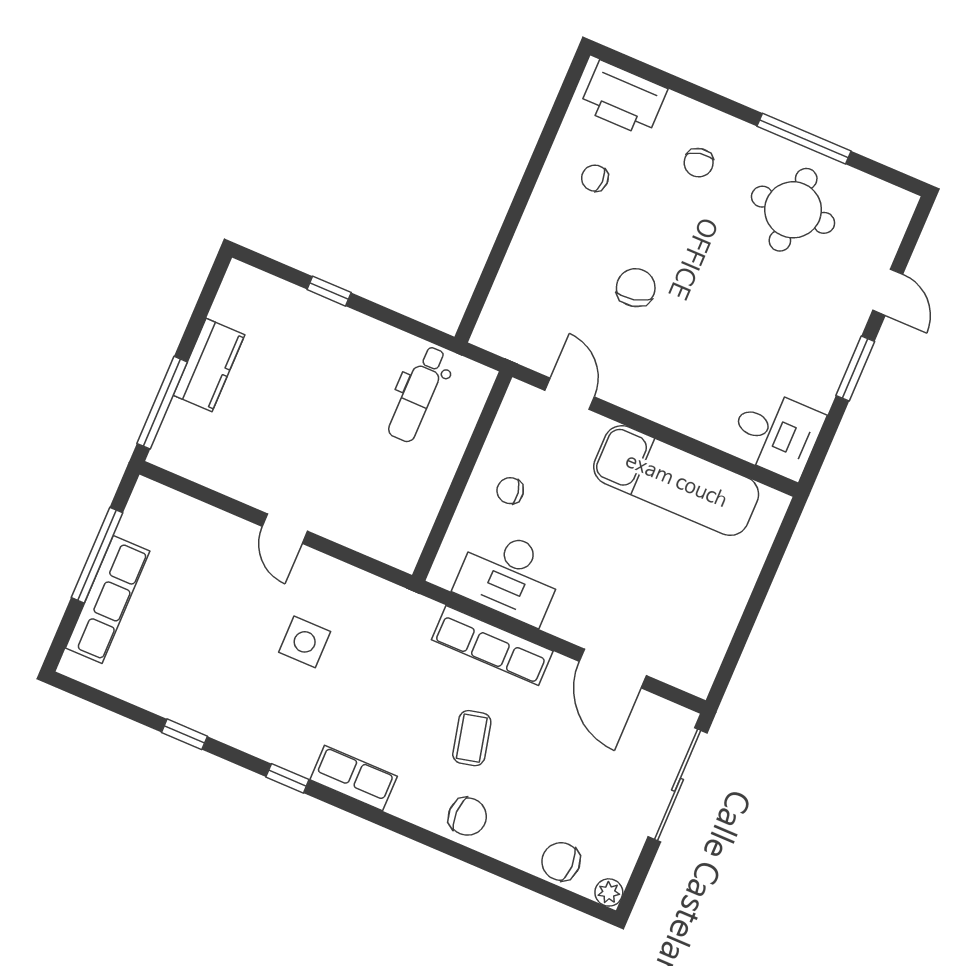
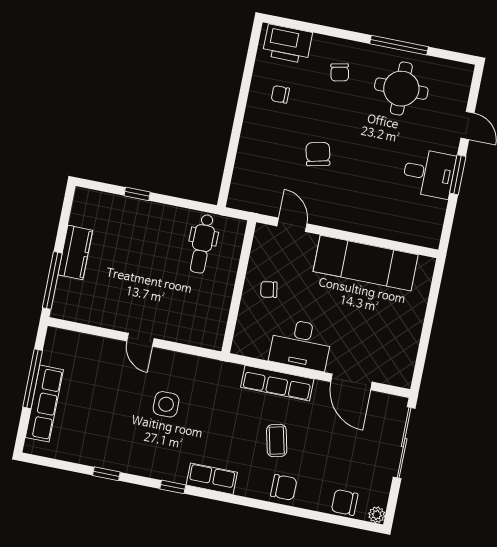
desk: (776, 434) -> (429, 173), moved
desk: (510, 576) -> (301, 344), moved

